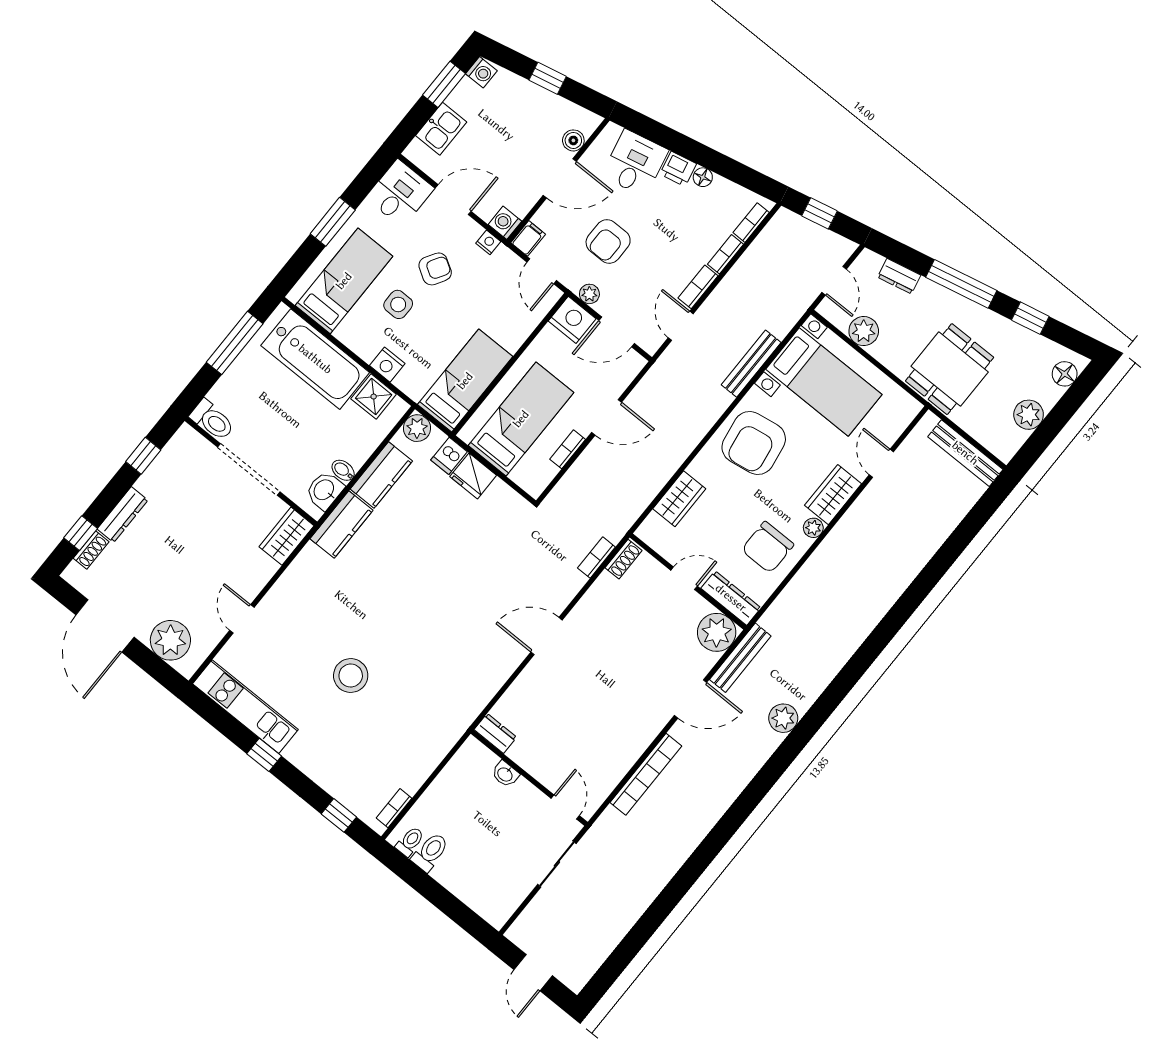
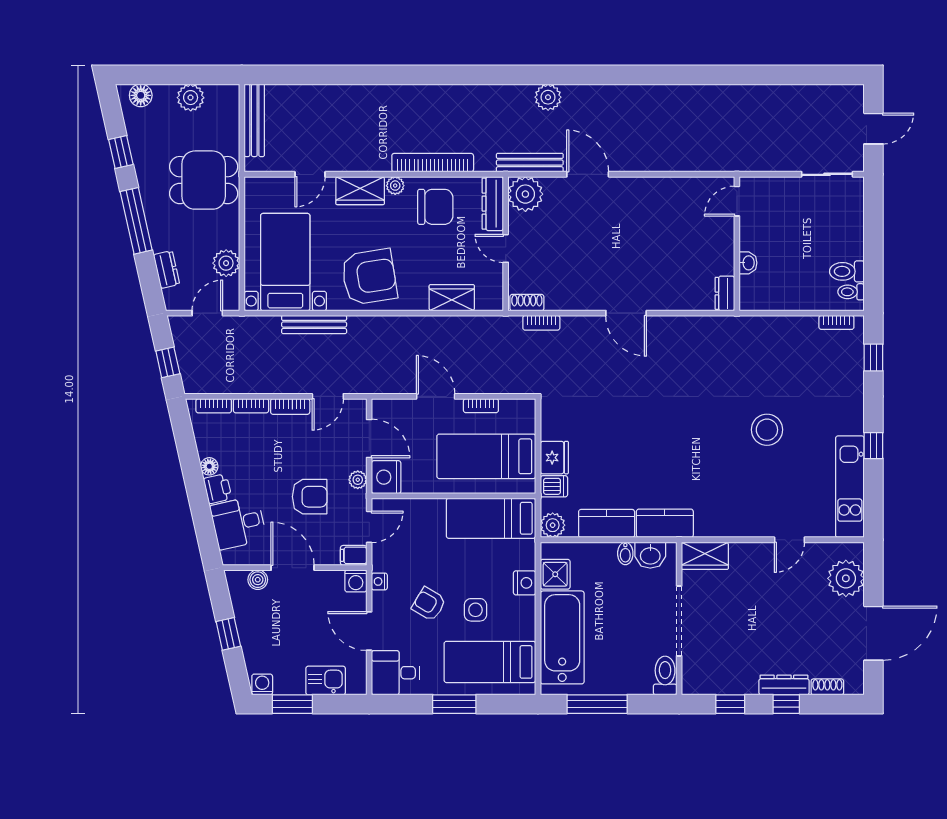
window: (81, 533) -> (786, 704), moved
bookcase: (646, 774) -> (433, 163), moved
sliding door: (557, 864) -> (827, 174), moved

